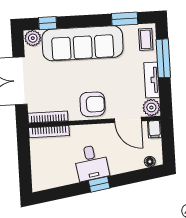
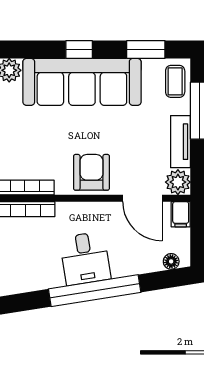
window: (48, 23) -> (79, 49), moved
armchair: (92, 104) -> (91, 172), turned -90
window: (99, 184) -> (95, 291), width x3.17

